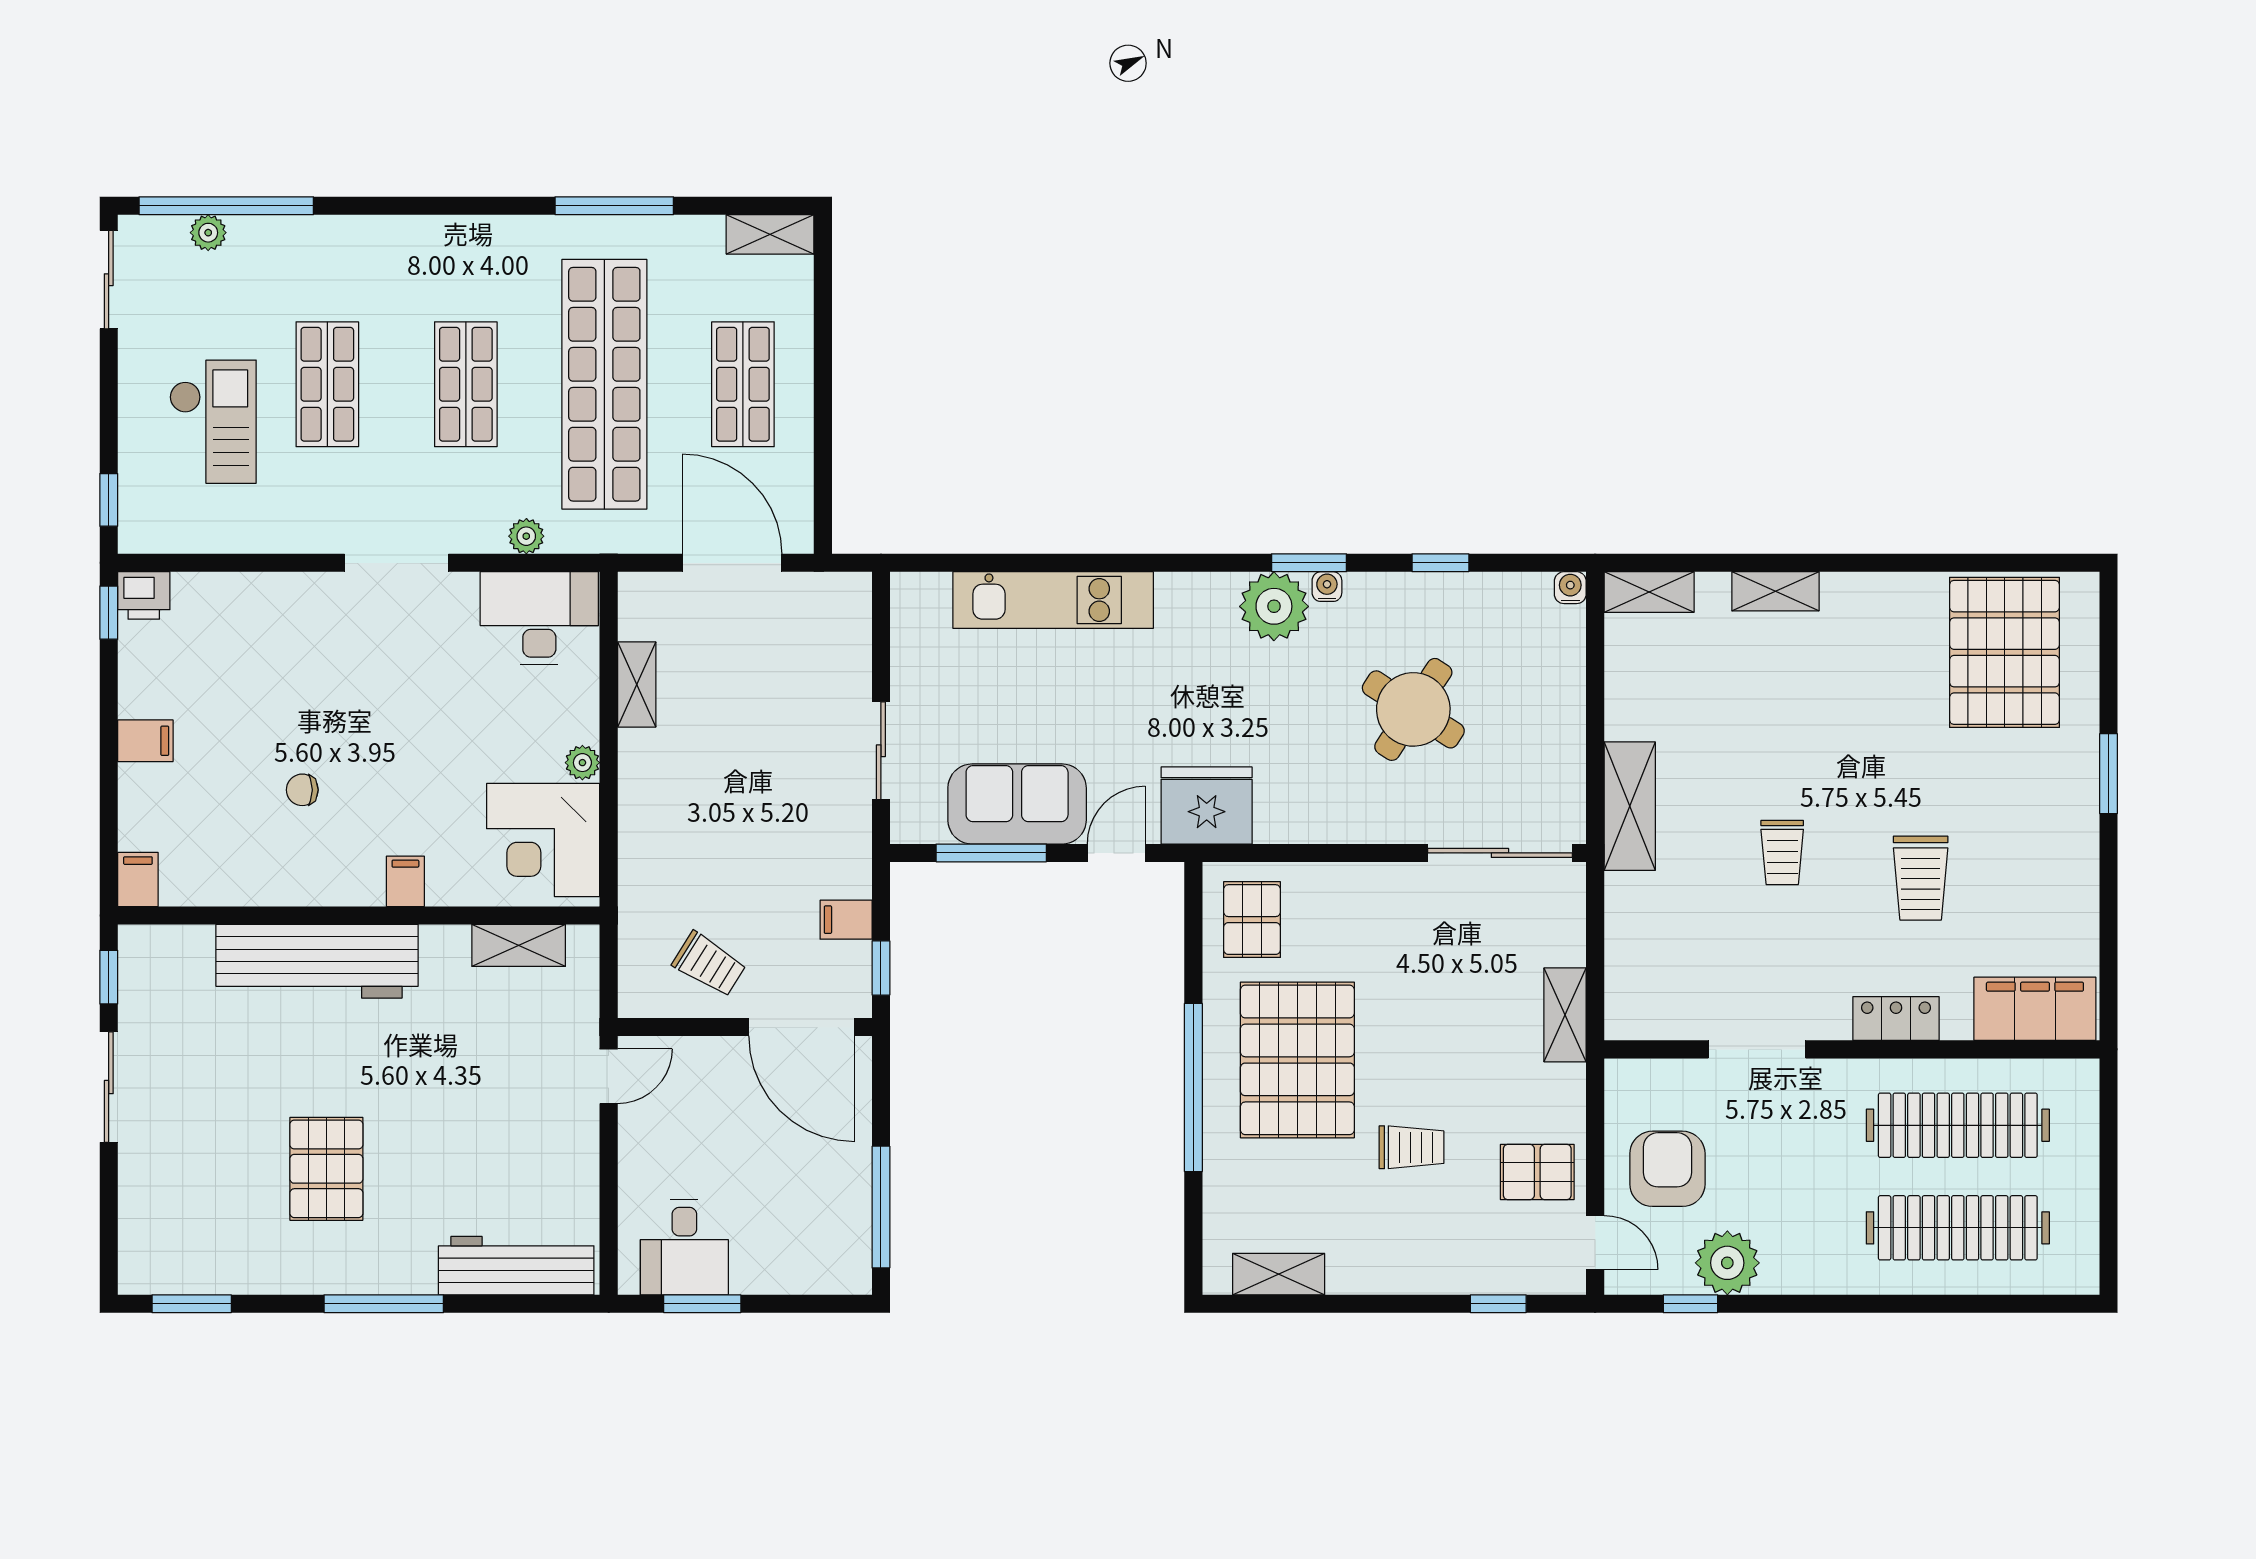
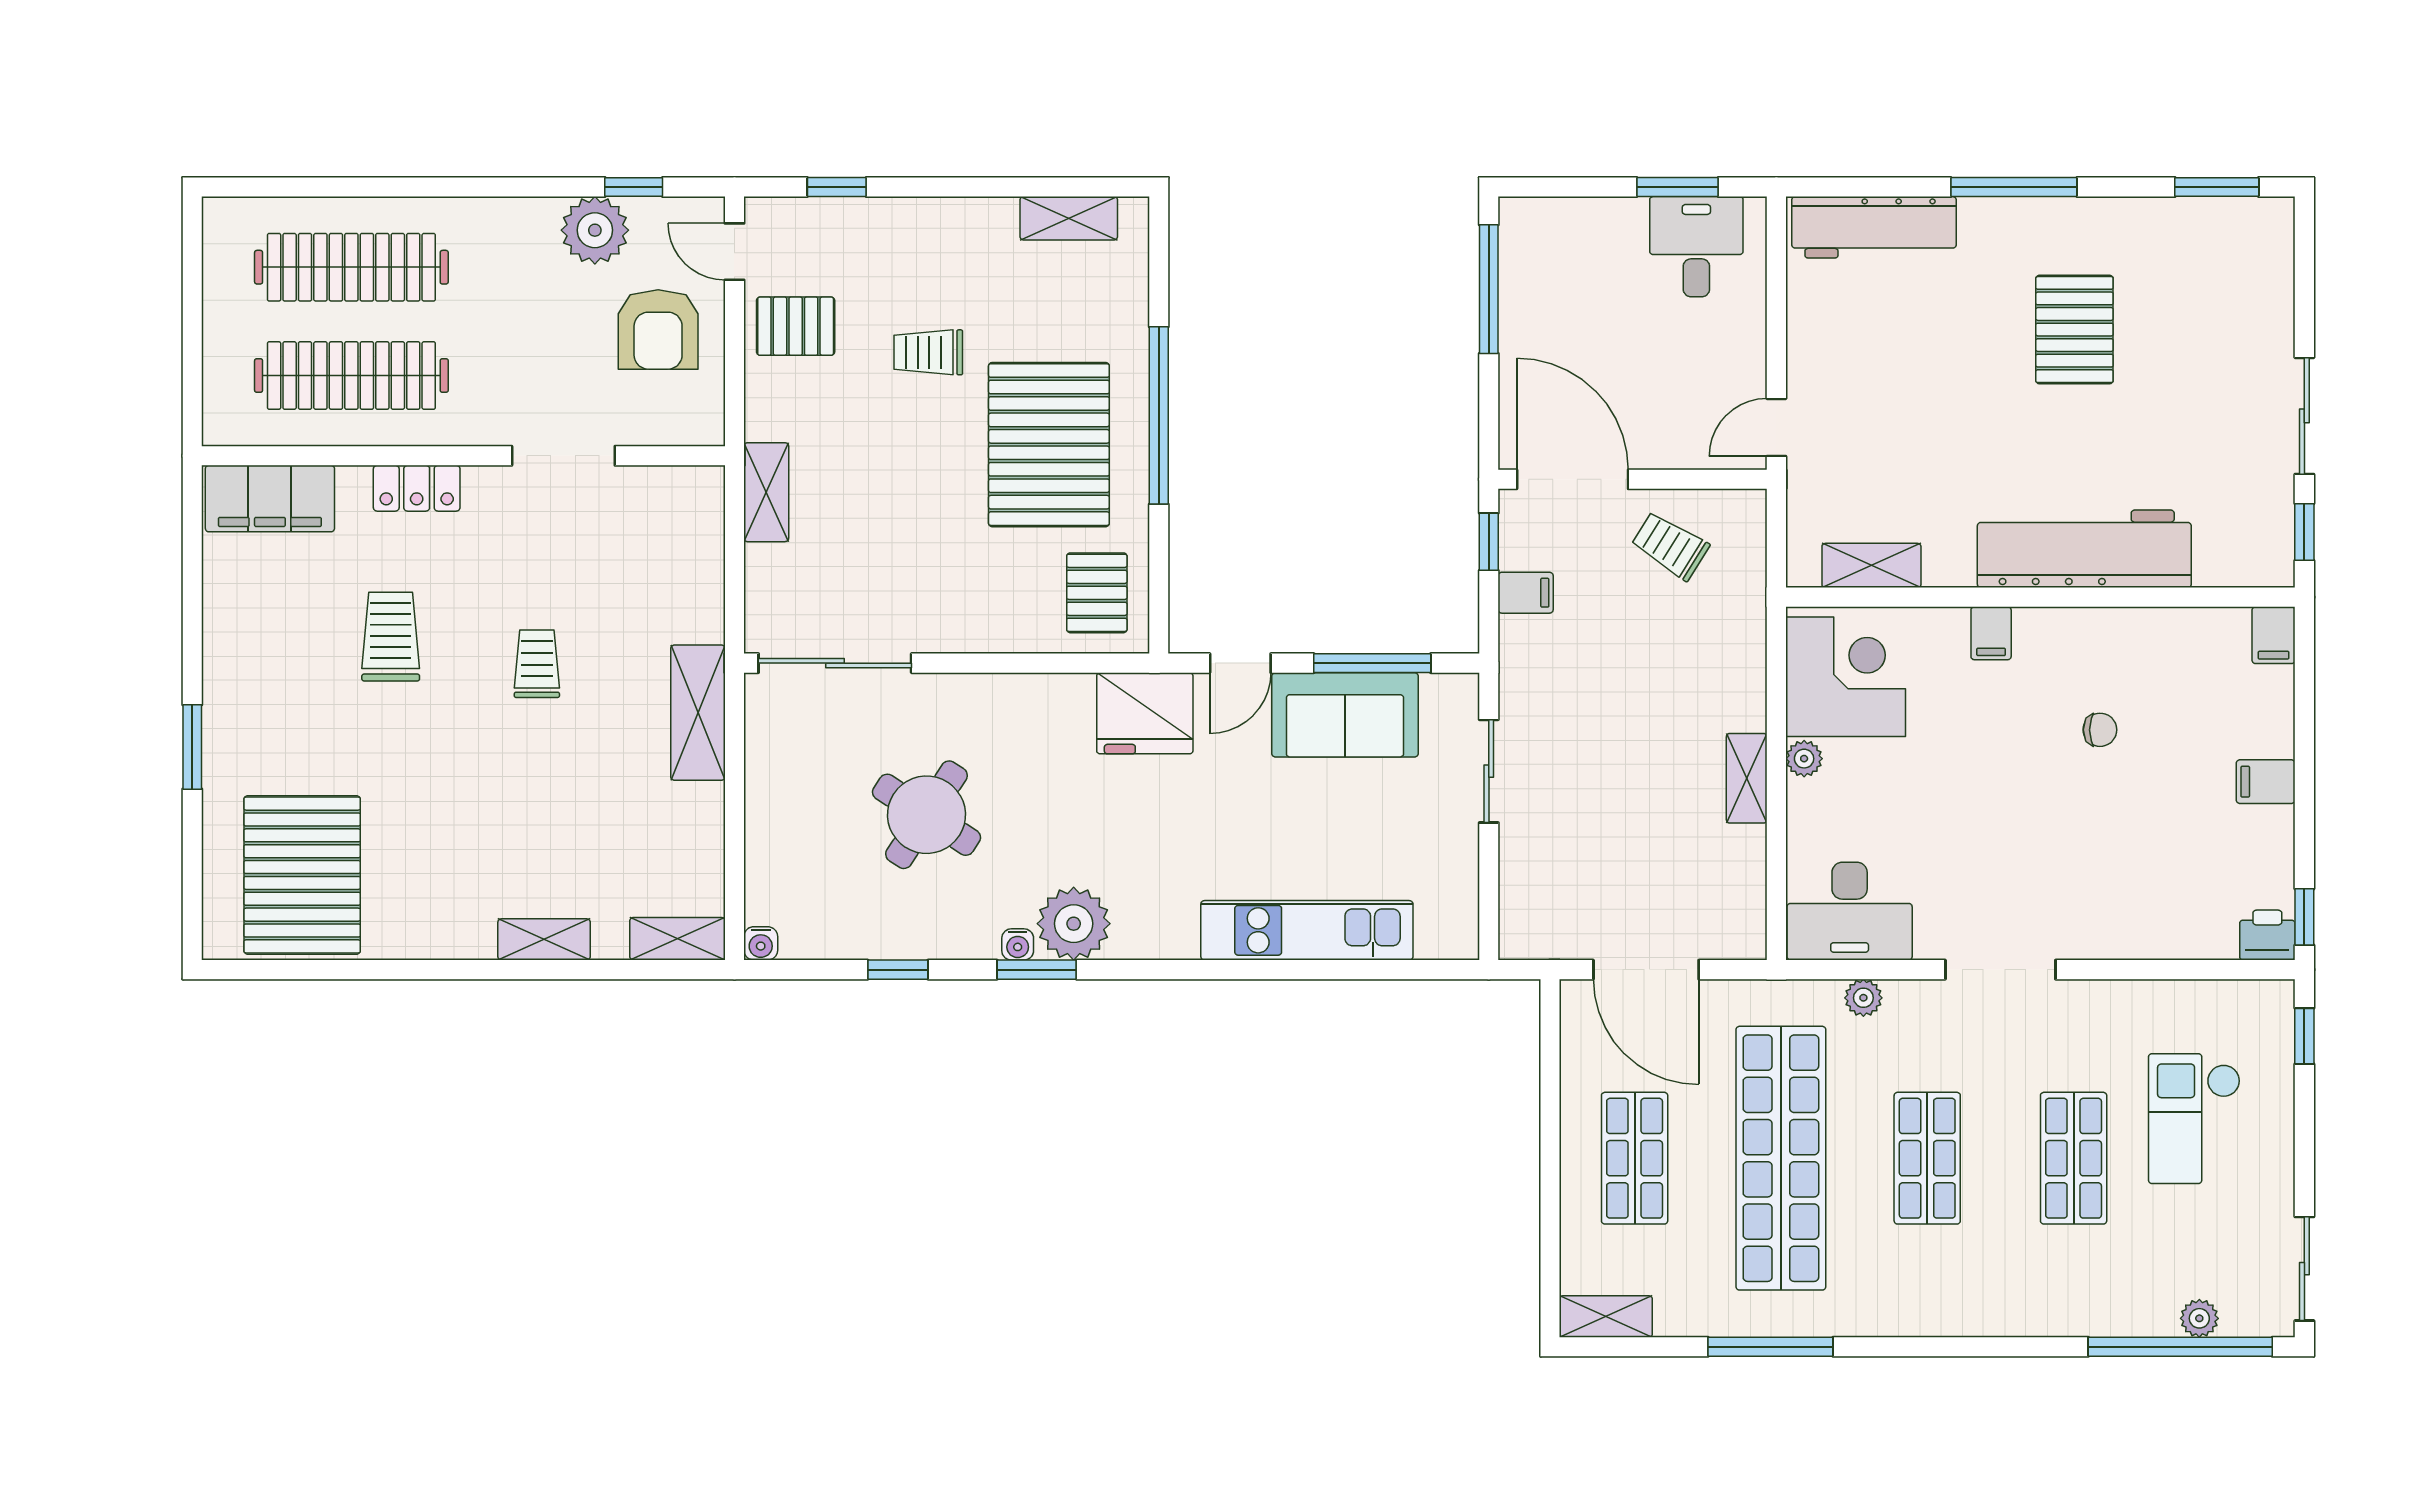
shelving: (637, 685) -> (1747, 778), moved

